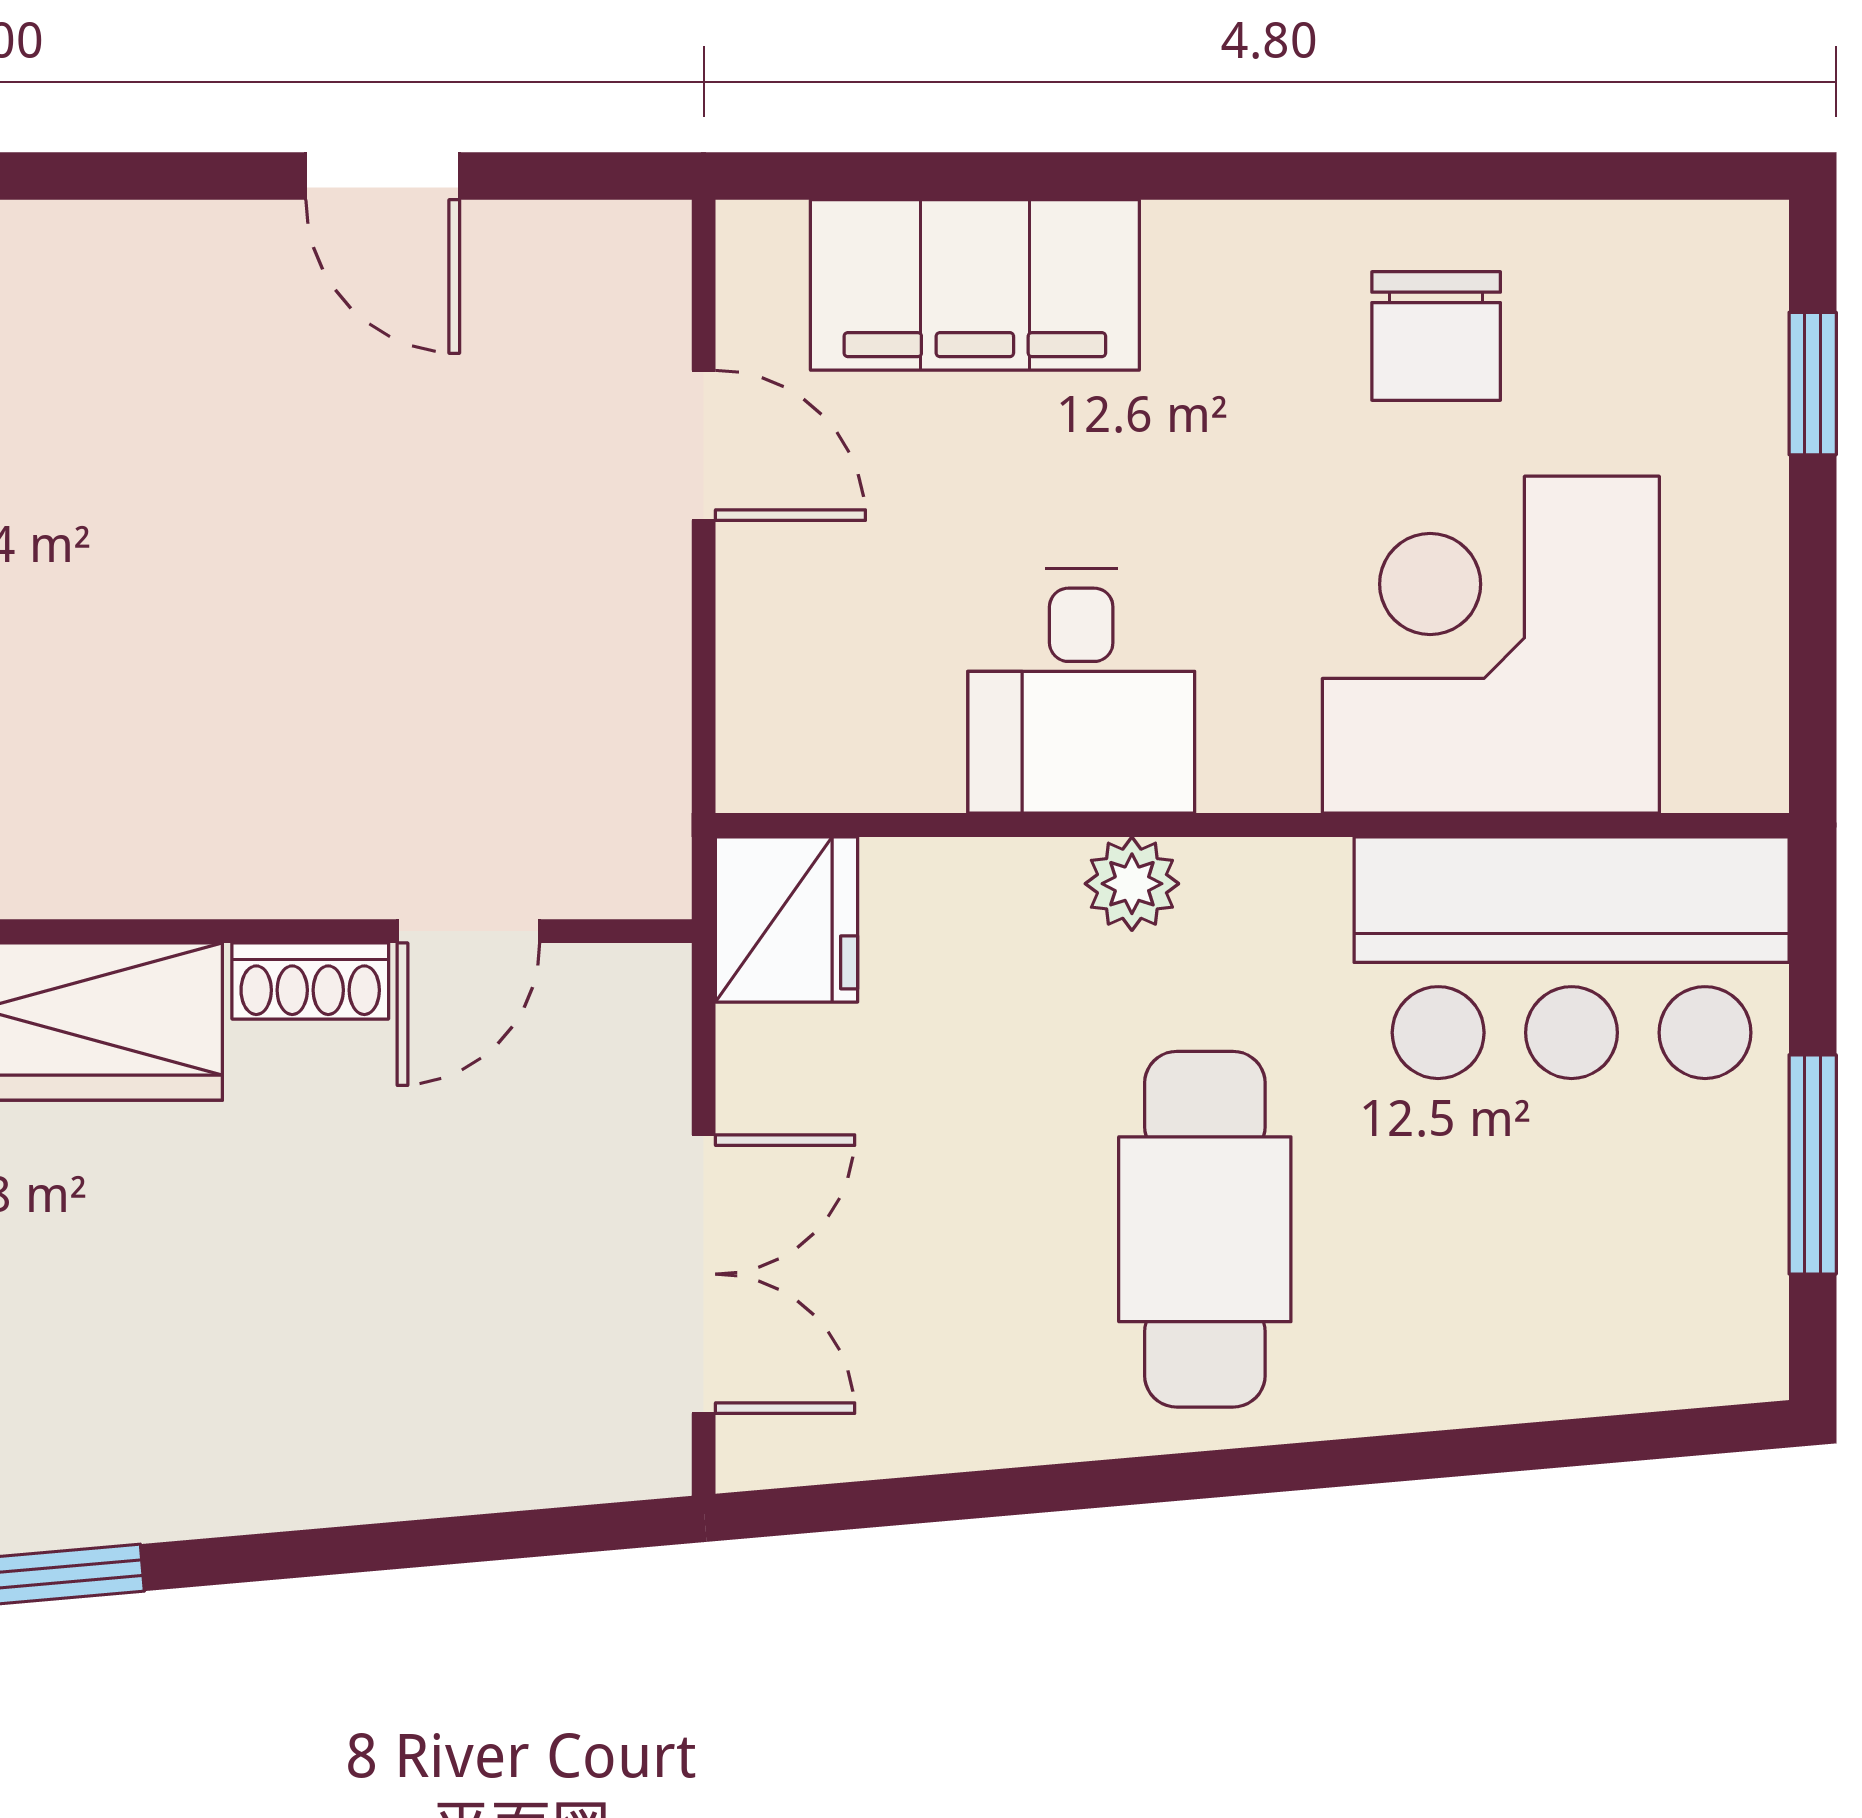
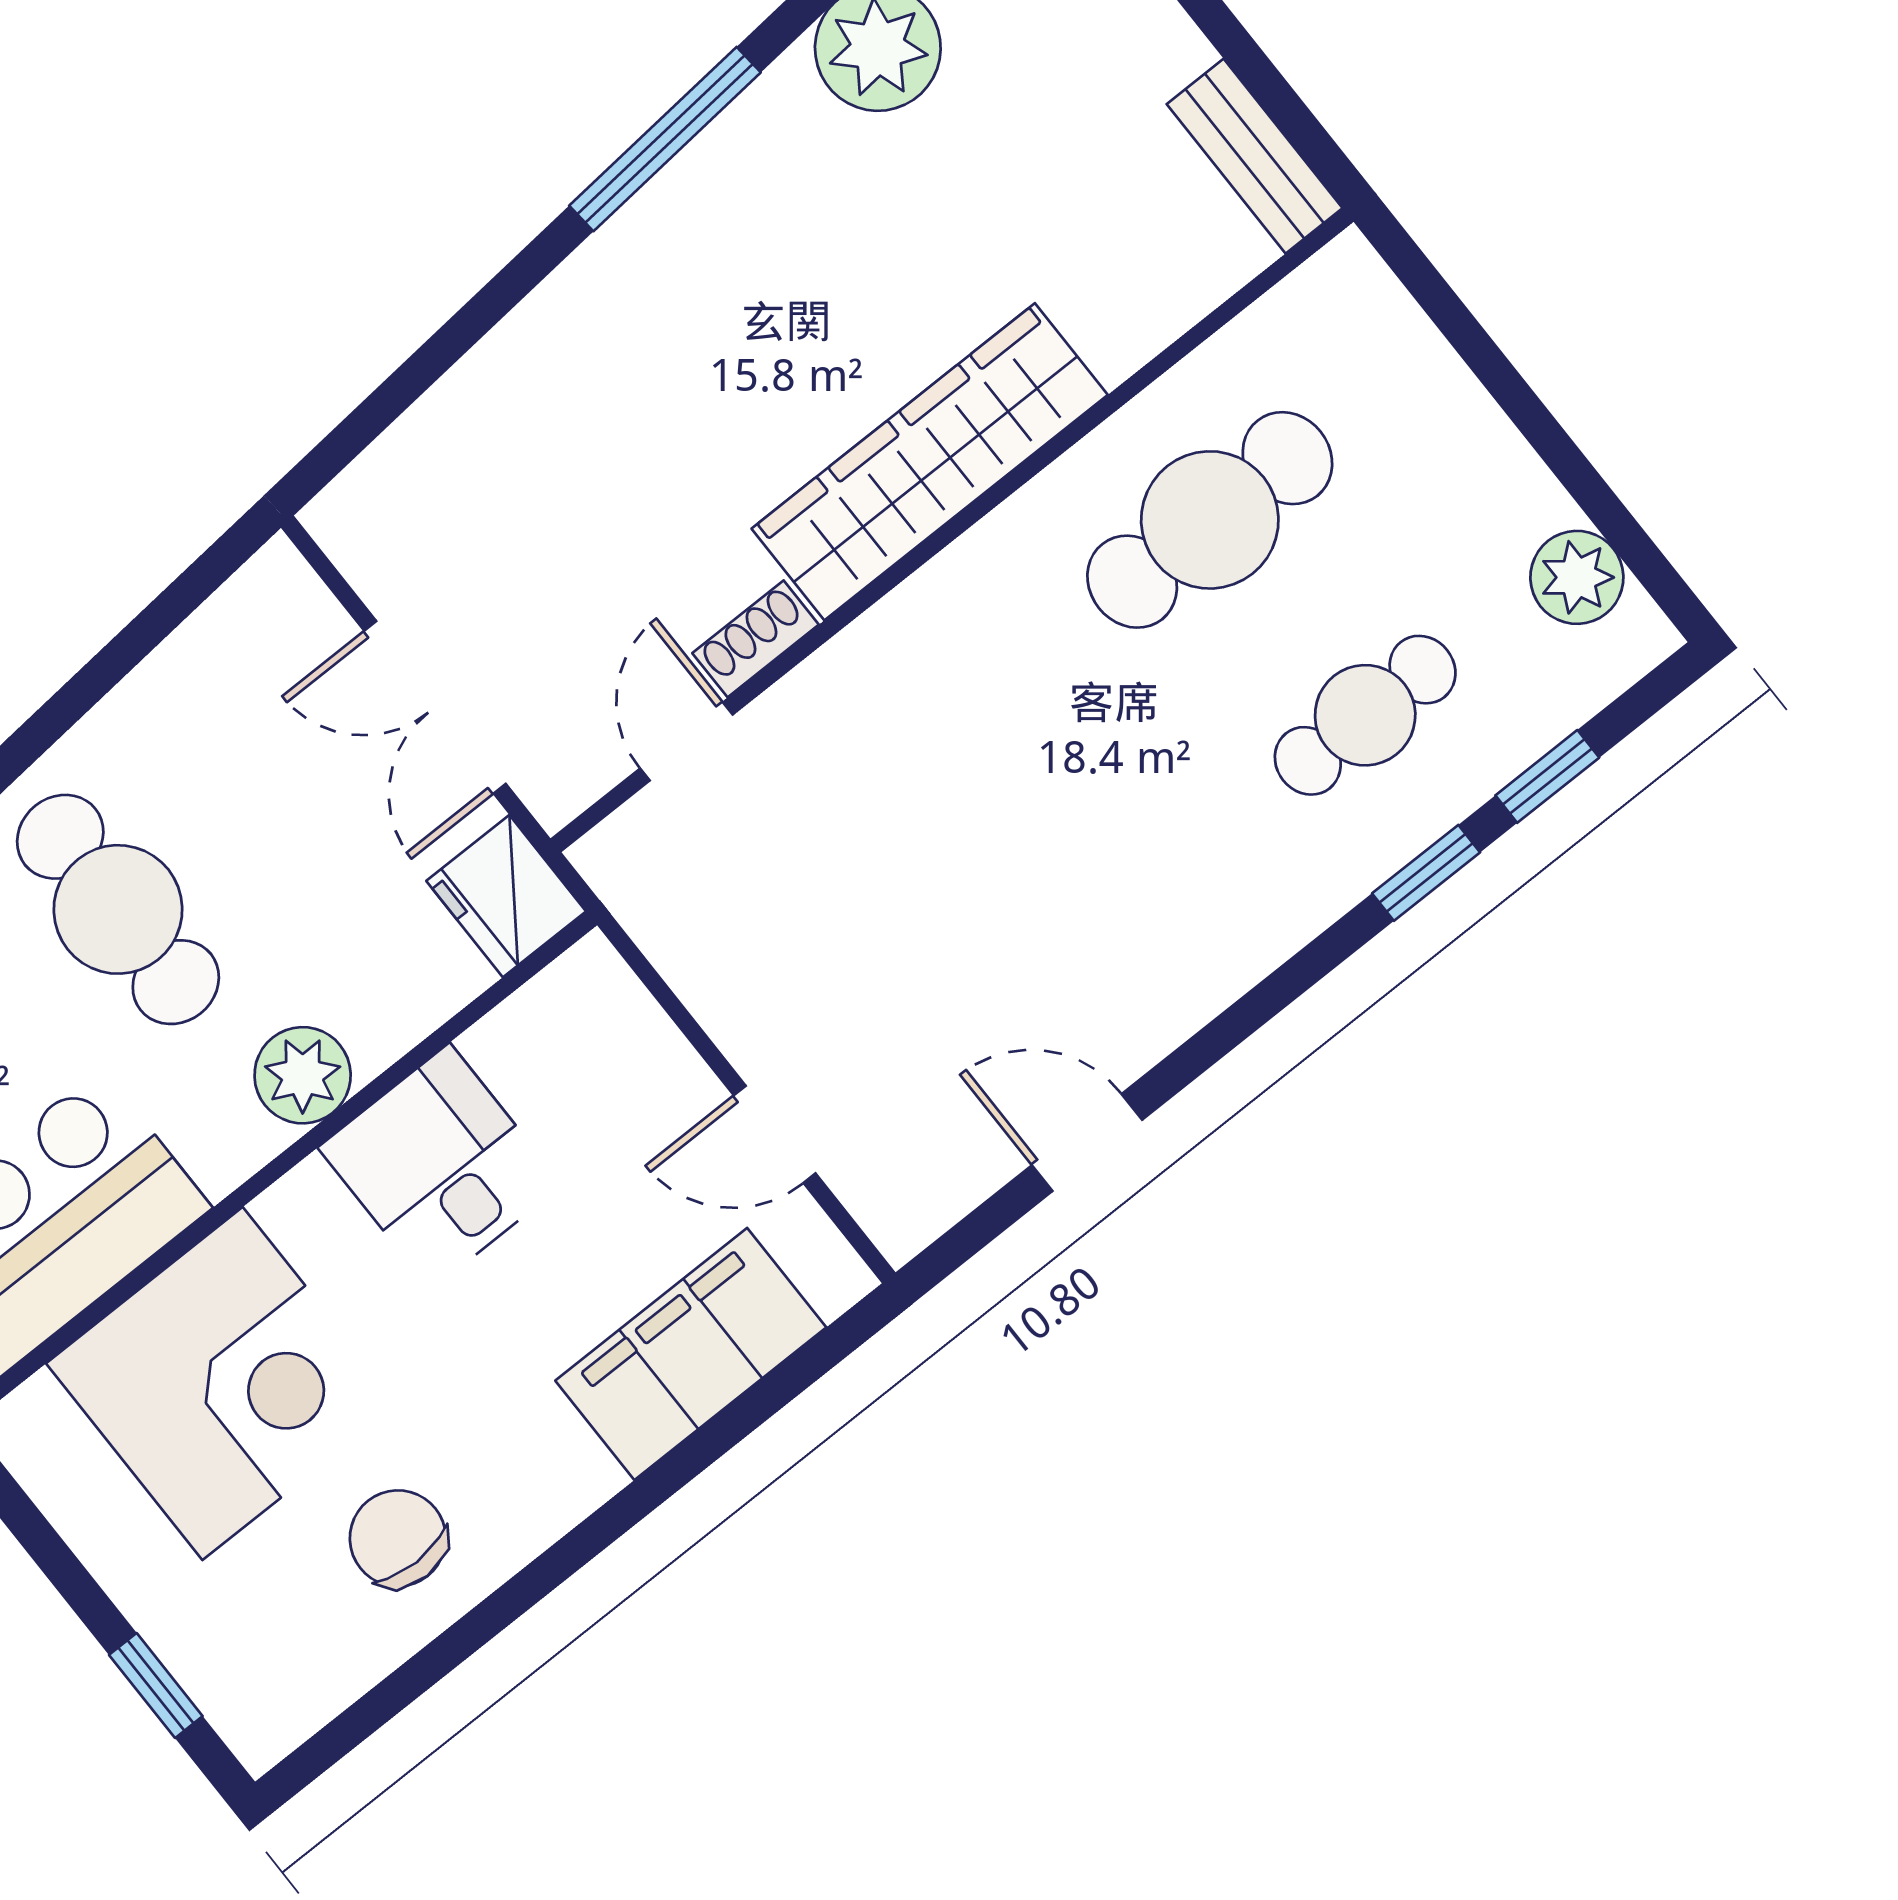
plant: (1132, 884) -> (303, 1075), width x1.38, depth x1.38
double door: (704, 1274) -> (435, 707), moved

